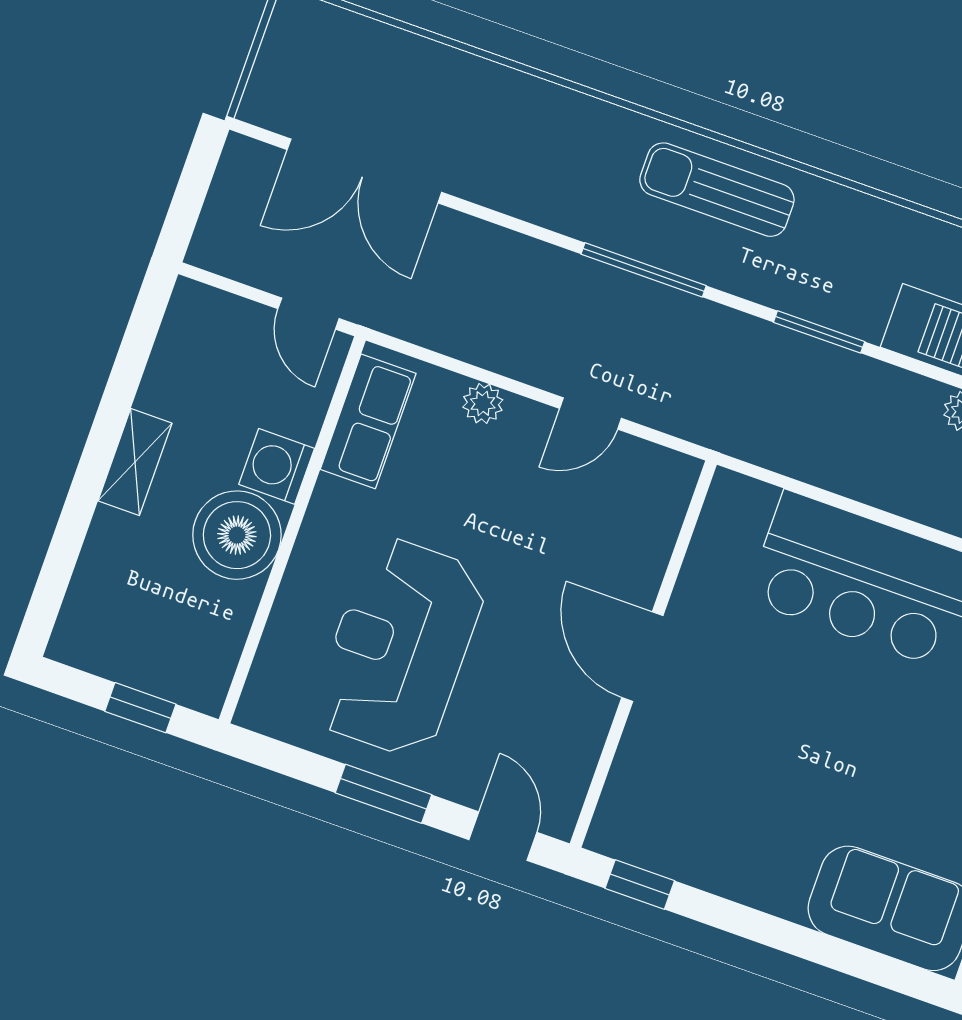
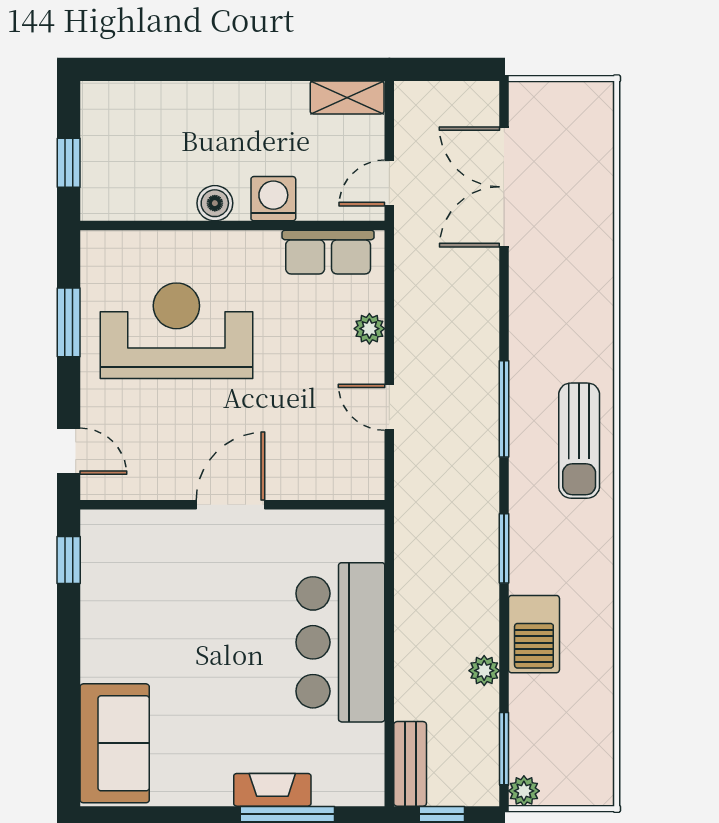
sun lounger: (717, 190) -> (579, 441), turned 180
shelving: (135, 462) -> (347, 97), moved
boiler: (237, 535) -> (215, 203), width x0.54, depth x0.54
window: (383, 794) -> (69, 322), moved
door: (503, 836) -> (69, 451), hinge flipped

